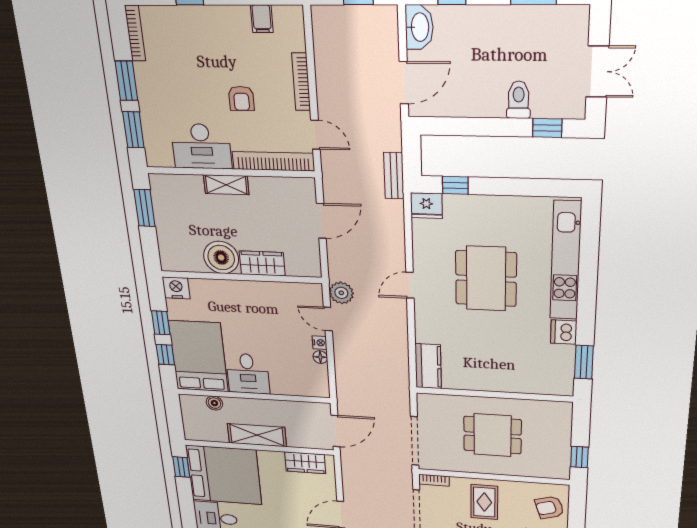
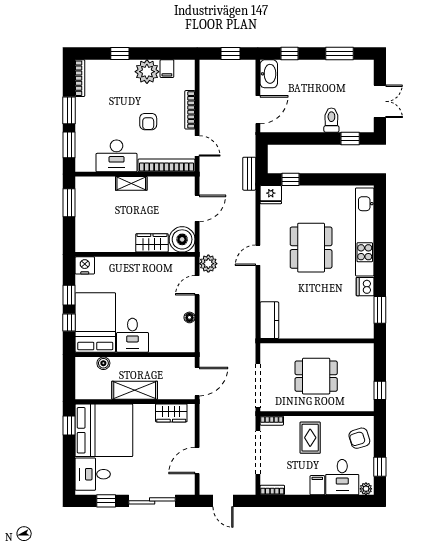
plant: (232, 23) -> (147, 72), added
boiler: (221, 257) -> (182, 239), moved
door: (328, 319) -> (197, 285), hinge flipped
nightstand: (320, 343) -> (190, 305), removed

